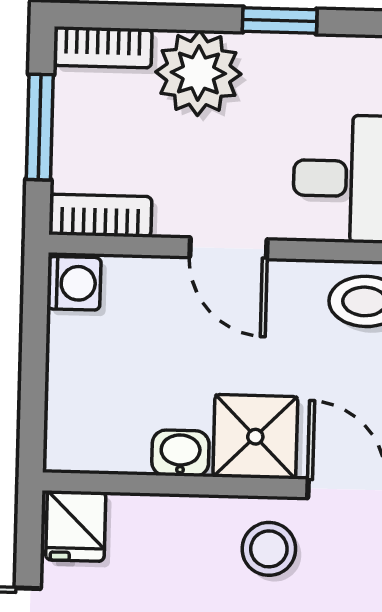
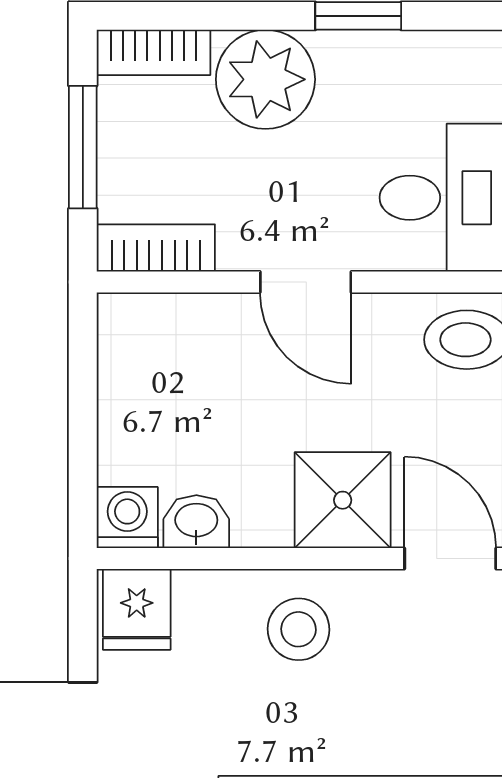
washing machine: (74, 283) -> (127, 518), moved, turned -90
washbasin: (180, 453) -> (196, 522), moved
stool: (269, 549) -> (299, 629), moved

